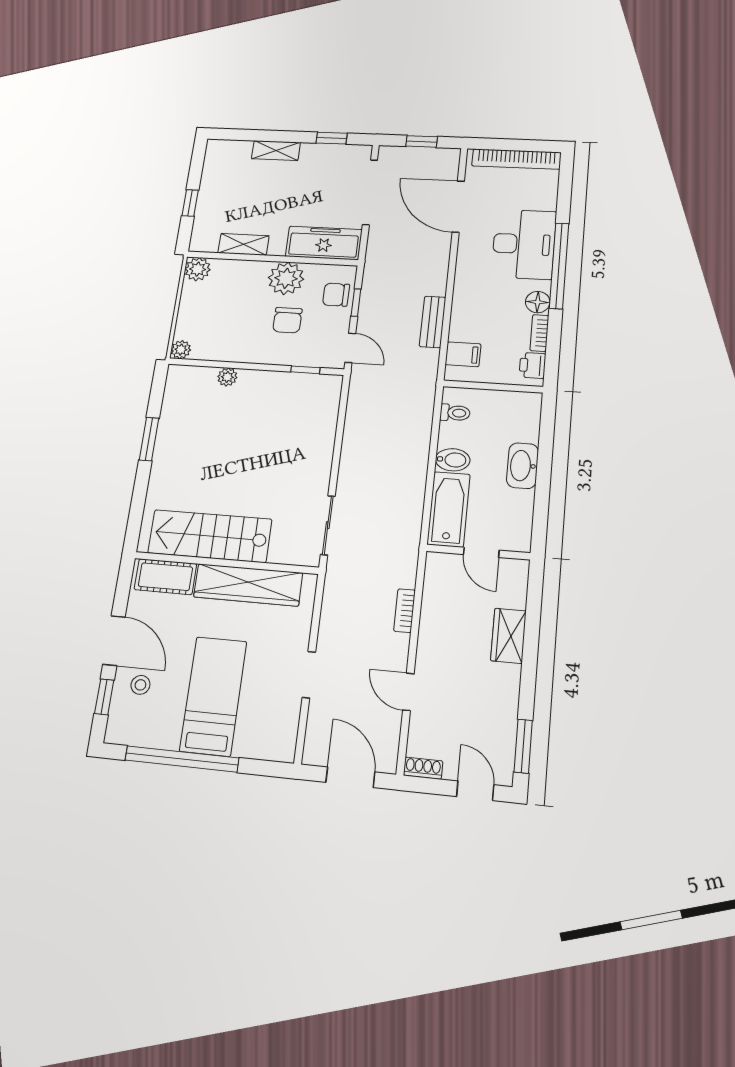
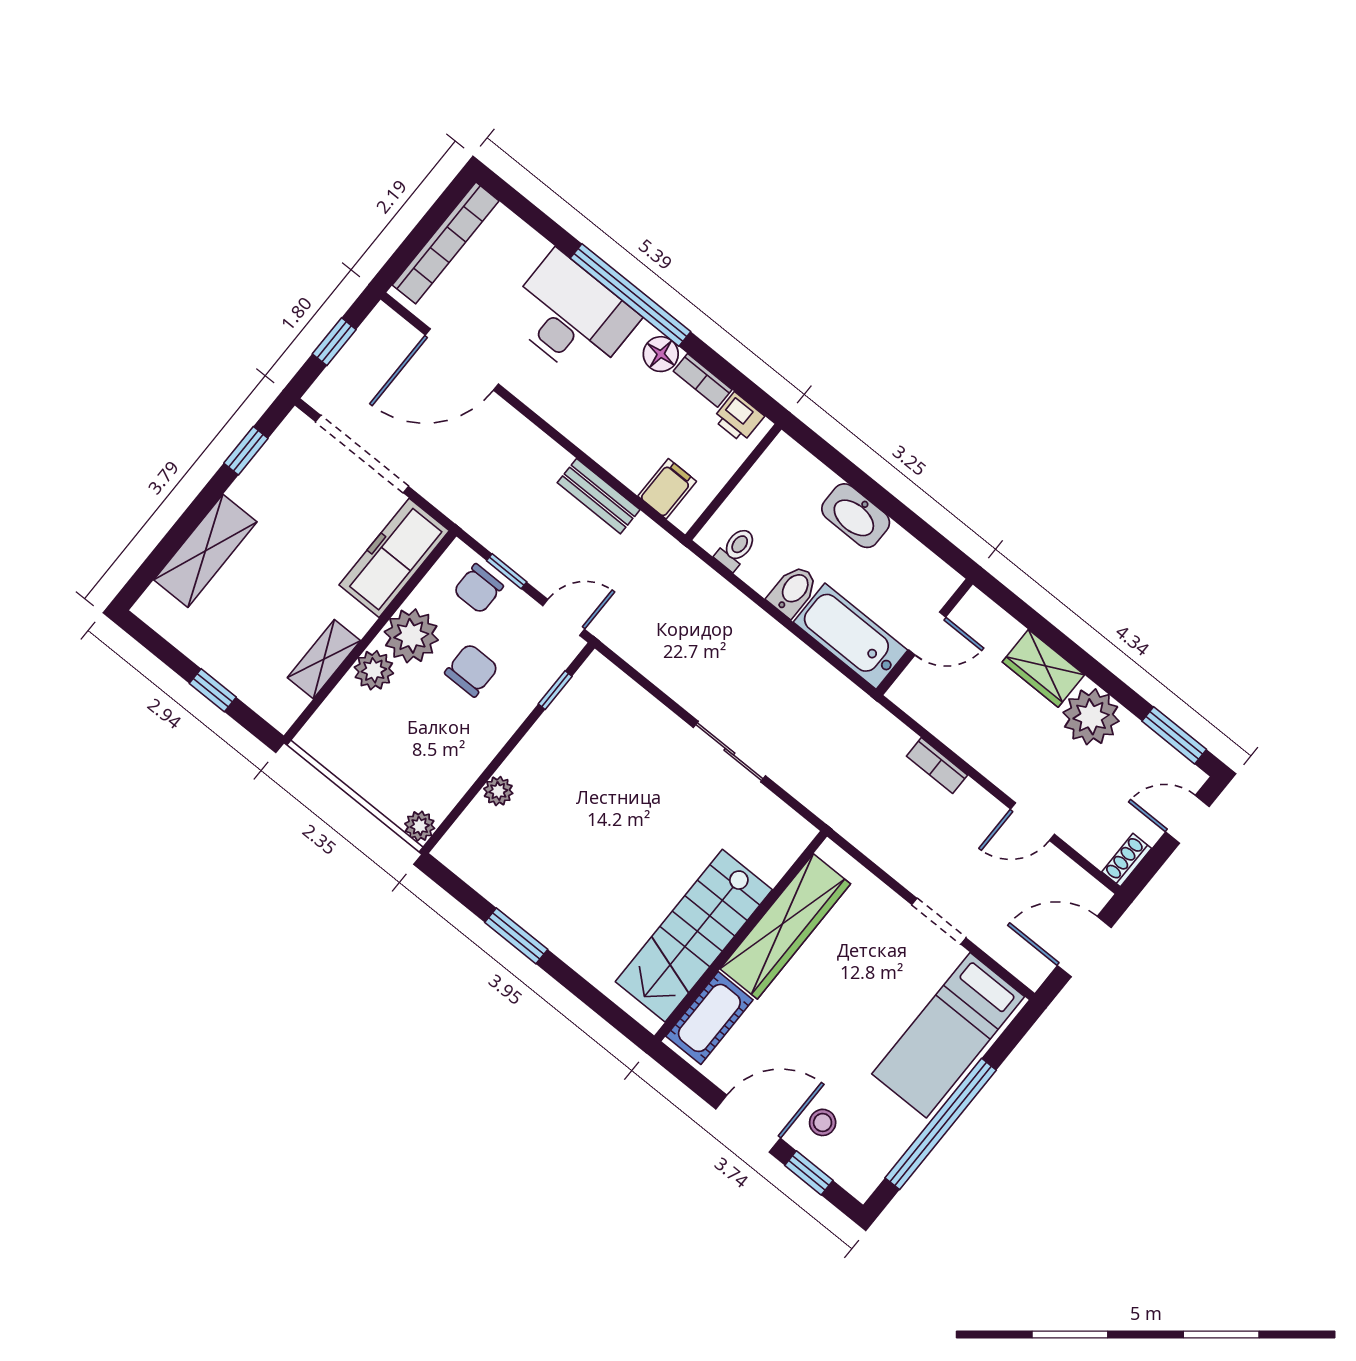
shelving: (276, 151) -> (205, 551), width x1.50, depth x1.33
plant: (198, 269) -> (374, 670), moved
chair: (287, 320) -> (472, 670), turned -90
sliding door: (328, 525) -> (729, 752), moved
plant: (499, 685) -> (1091, 717), added
bed: (213, 696) -> (948, 1035), moved, turned -90

